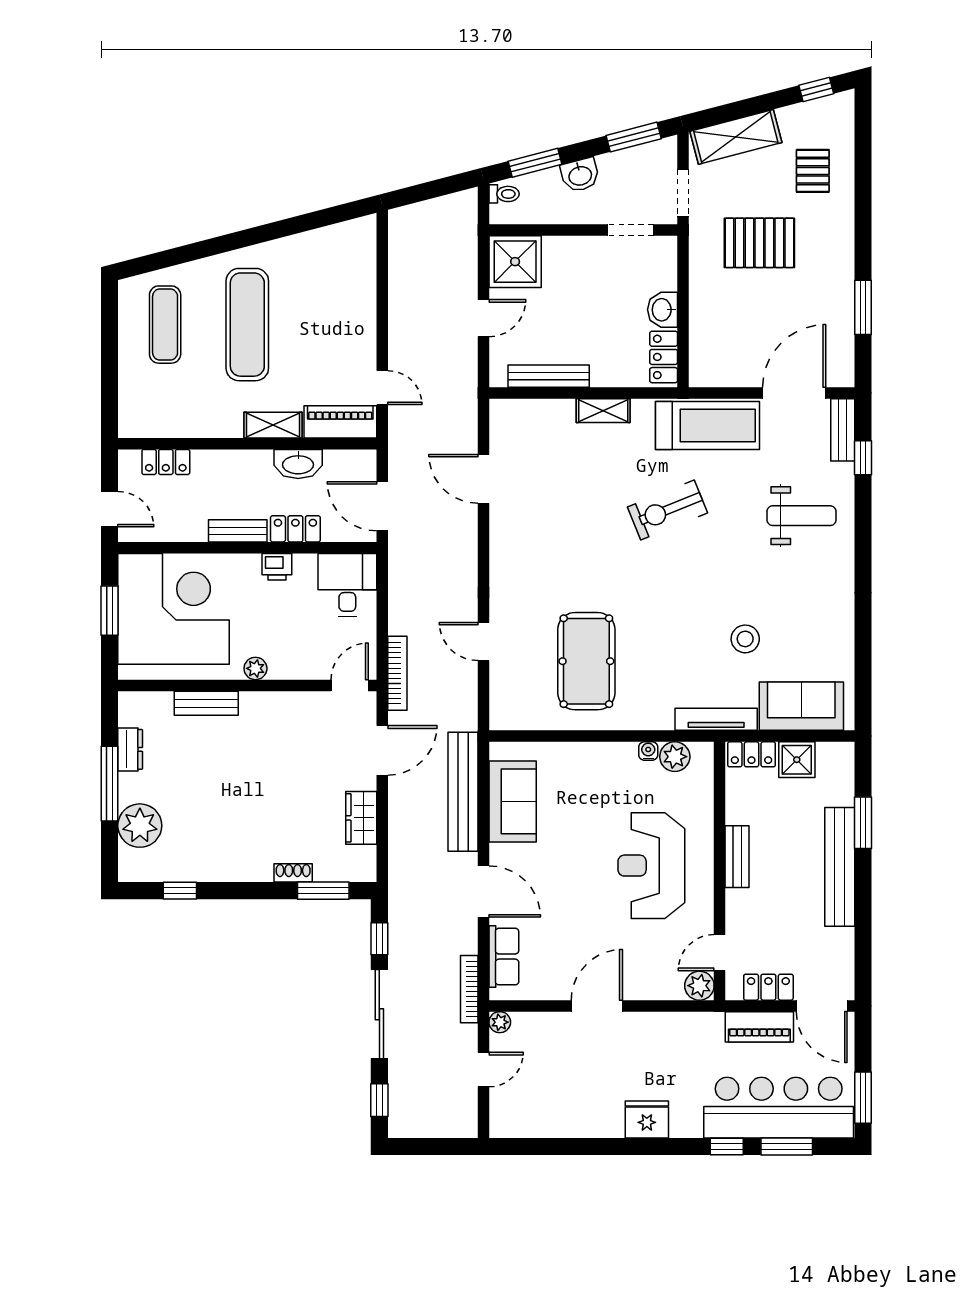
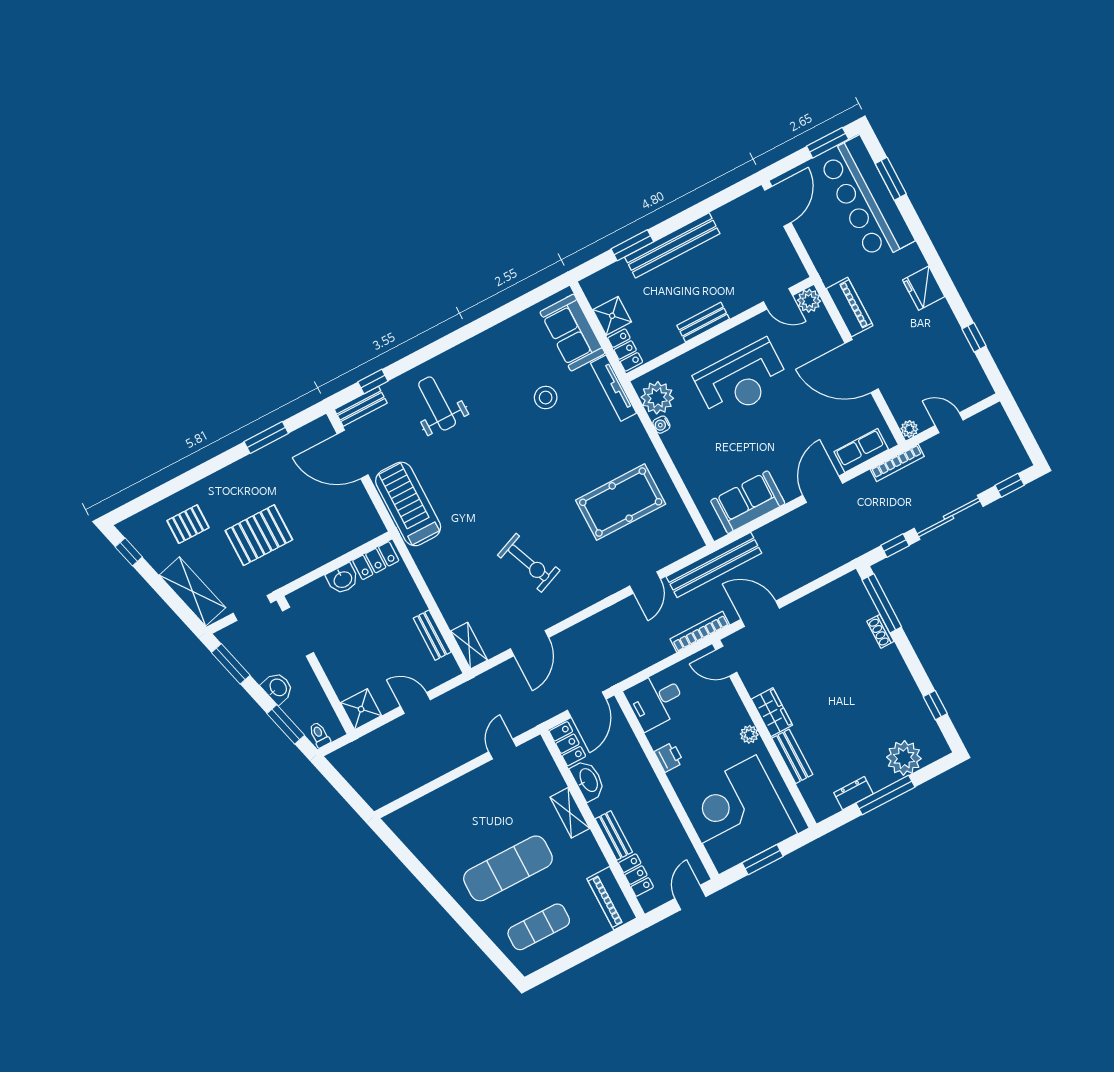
doorway: (630, 230) -> (298, 632), width x1.38
pallet: (759, 243) -> (259, 535), turned 90
shower: (515, 262) -> (361, 709), width x0.73, depth x0.73
bench: (549, 376) -> (432, 635), width x0.73
shelving: (603, 411) -> (469, 646), moved
piano: (340, 422) -> (612, 898), moved
exercise bike: (667, 510) -> (529, 563), moved
locker: (295, 529) -> (567, 744), moved, turned 180
bench: (238, 531) -> (614, 835), moved
plant: (675, 757) -> (657, 398), width x1.36, depth x1.36
bench: (463, 792) -> (714, 565), moved
wardrobe: (361, 818) -> (772, 712), moved, turned -90
window: (323, 891) -> (882, 603), width x1.44
locker: (768, 987) -> (784, 251), removed
door: (597, 1006) -> (862, 366), width x1.36
piano: (759, 1027) -> (850, 307), moved
window: (727, 1146) -> (974, 337), moved

